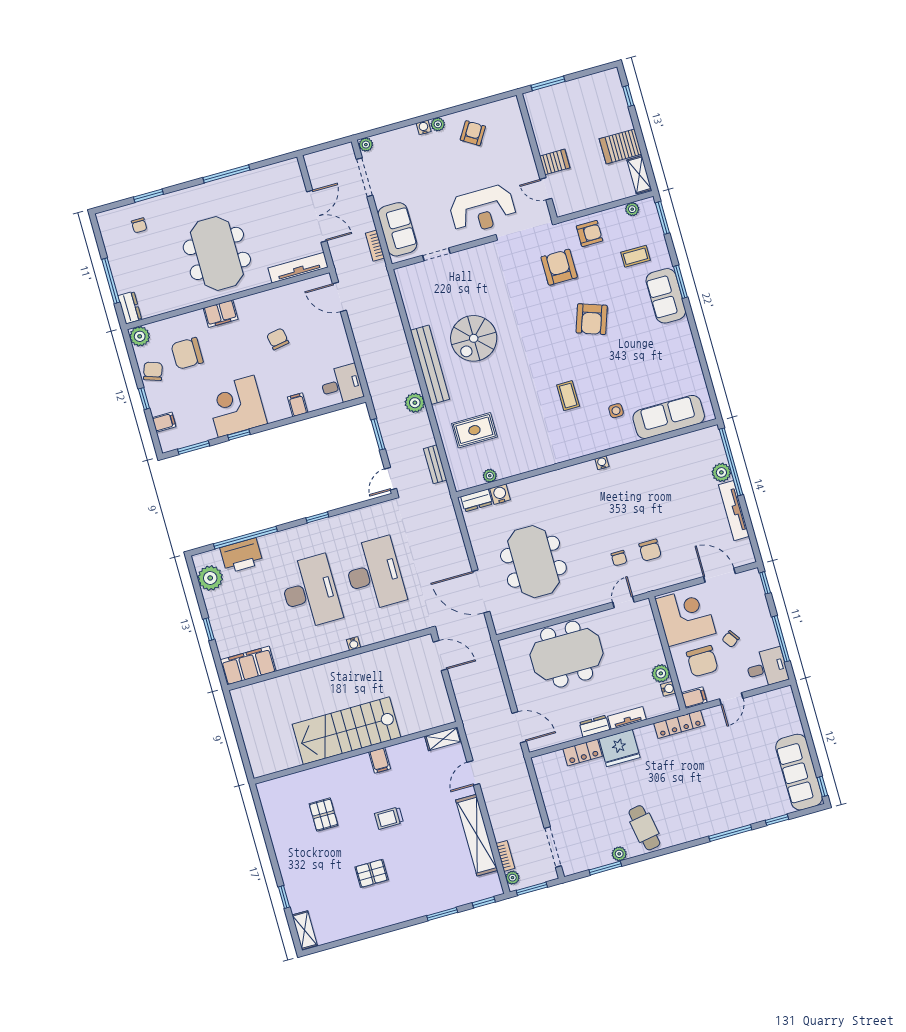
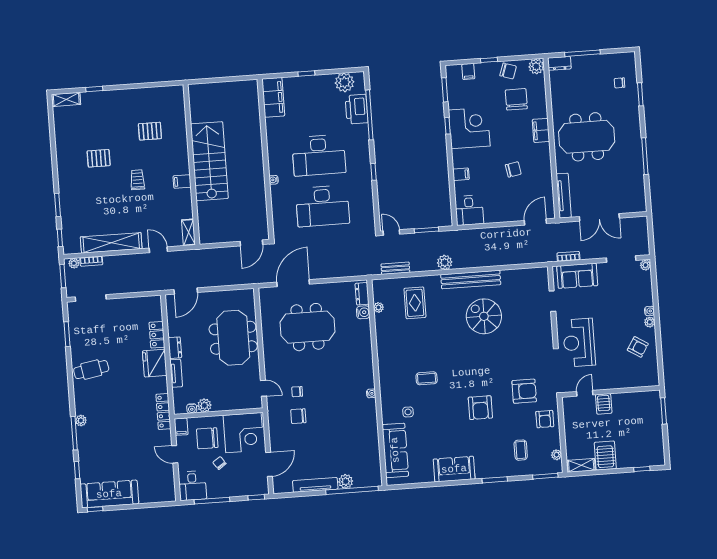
sofa: (666, 296) -> (454, 469), moved
armchair: (592, 319) -> (480, 408), turned -109
plant: (619, 854) -> (81, 420), moved
pallet: (372, 873) -> (99, 158), turned 90

